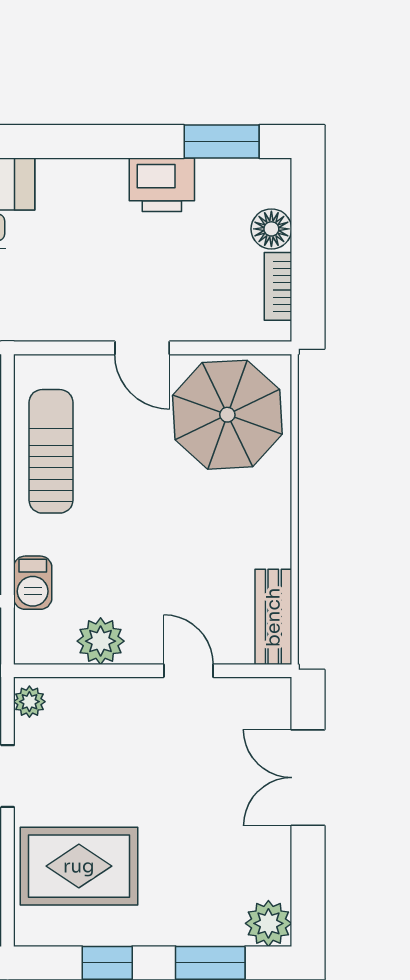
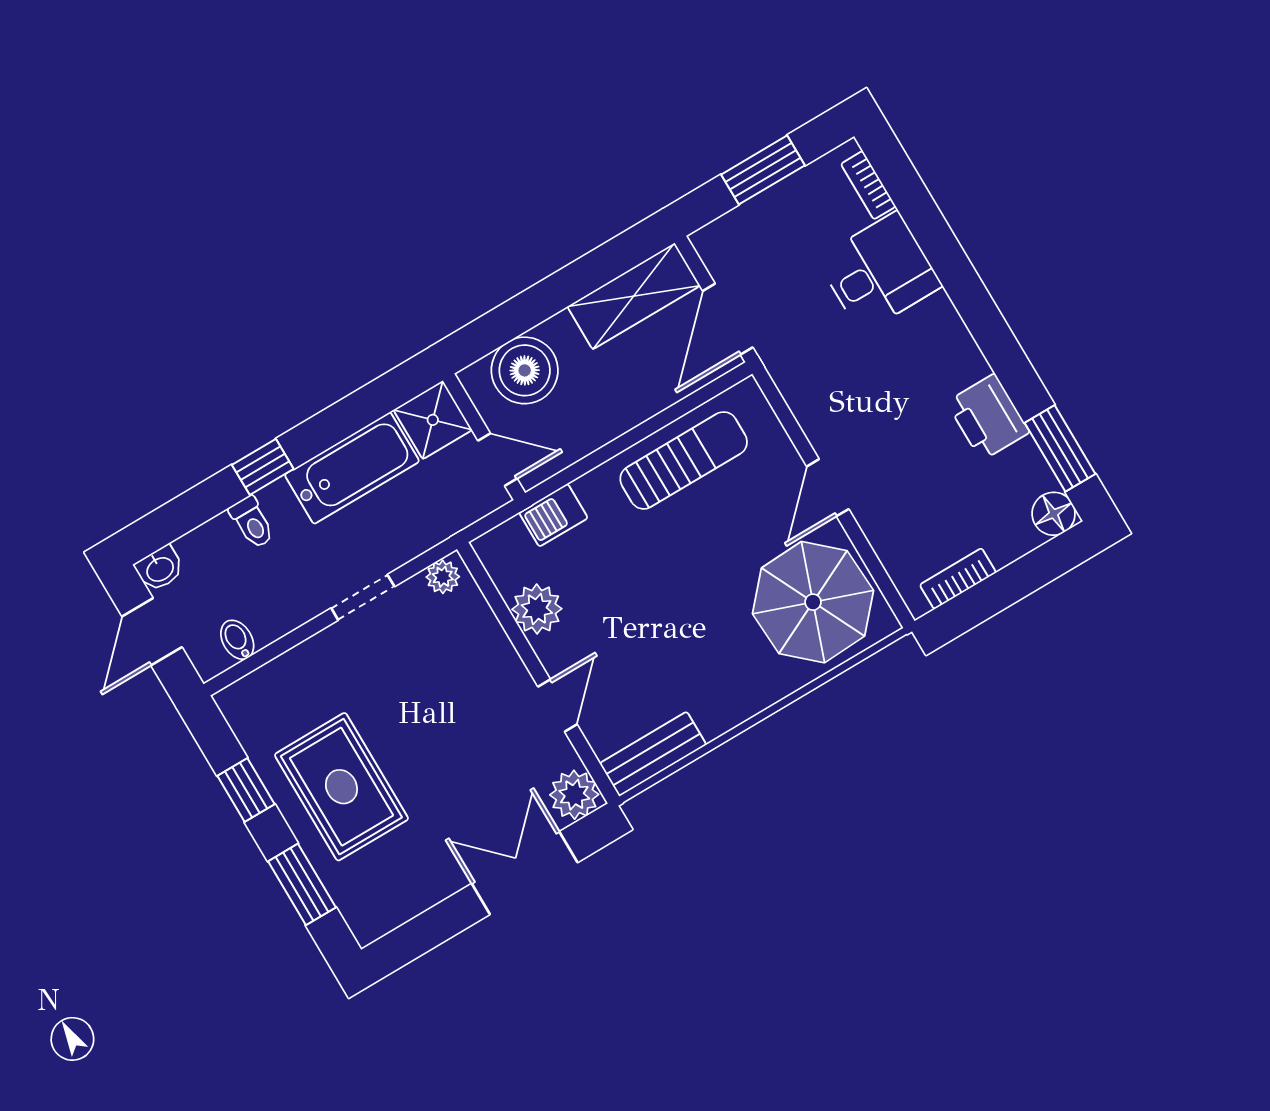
floor lamp: (271, 229) -> (1054, 514), moved
rug: (79, 866) -> (341, 787), moved
plant: (268, 923) -> (574, 795), moved

